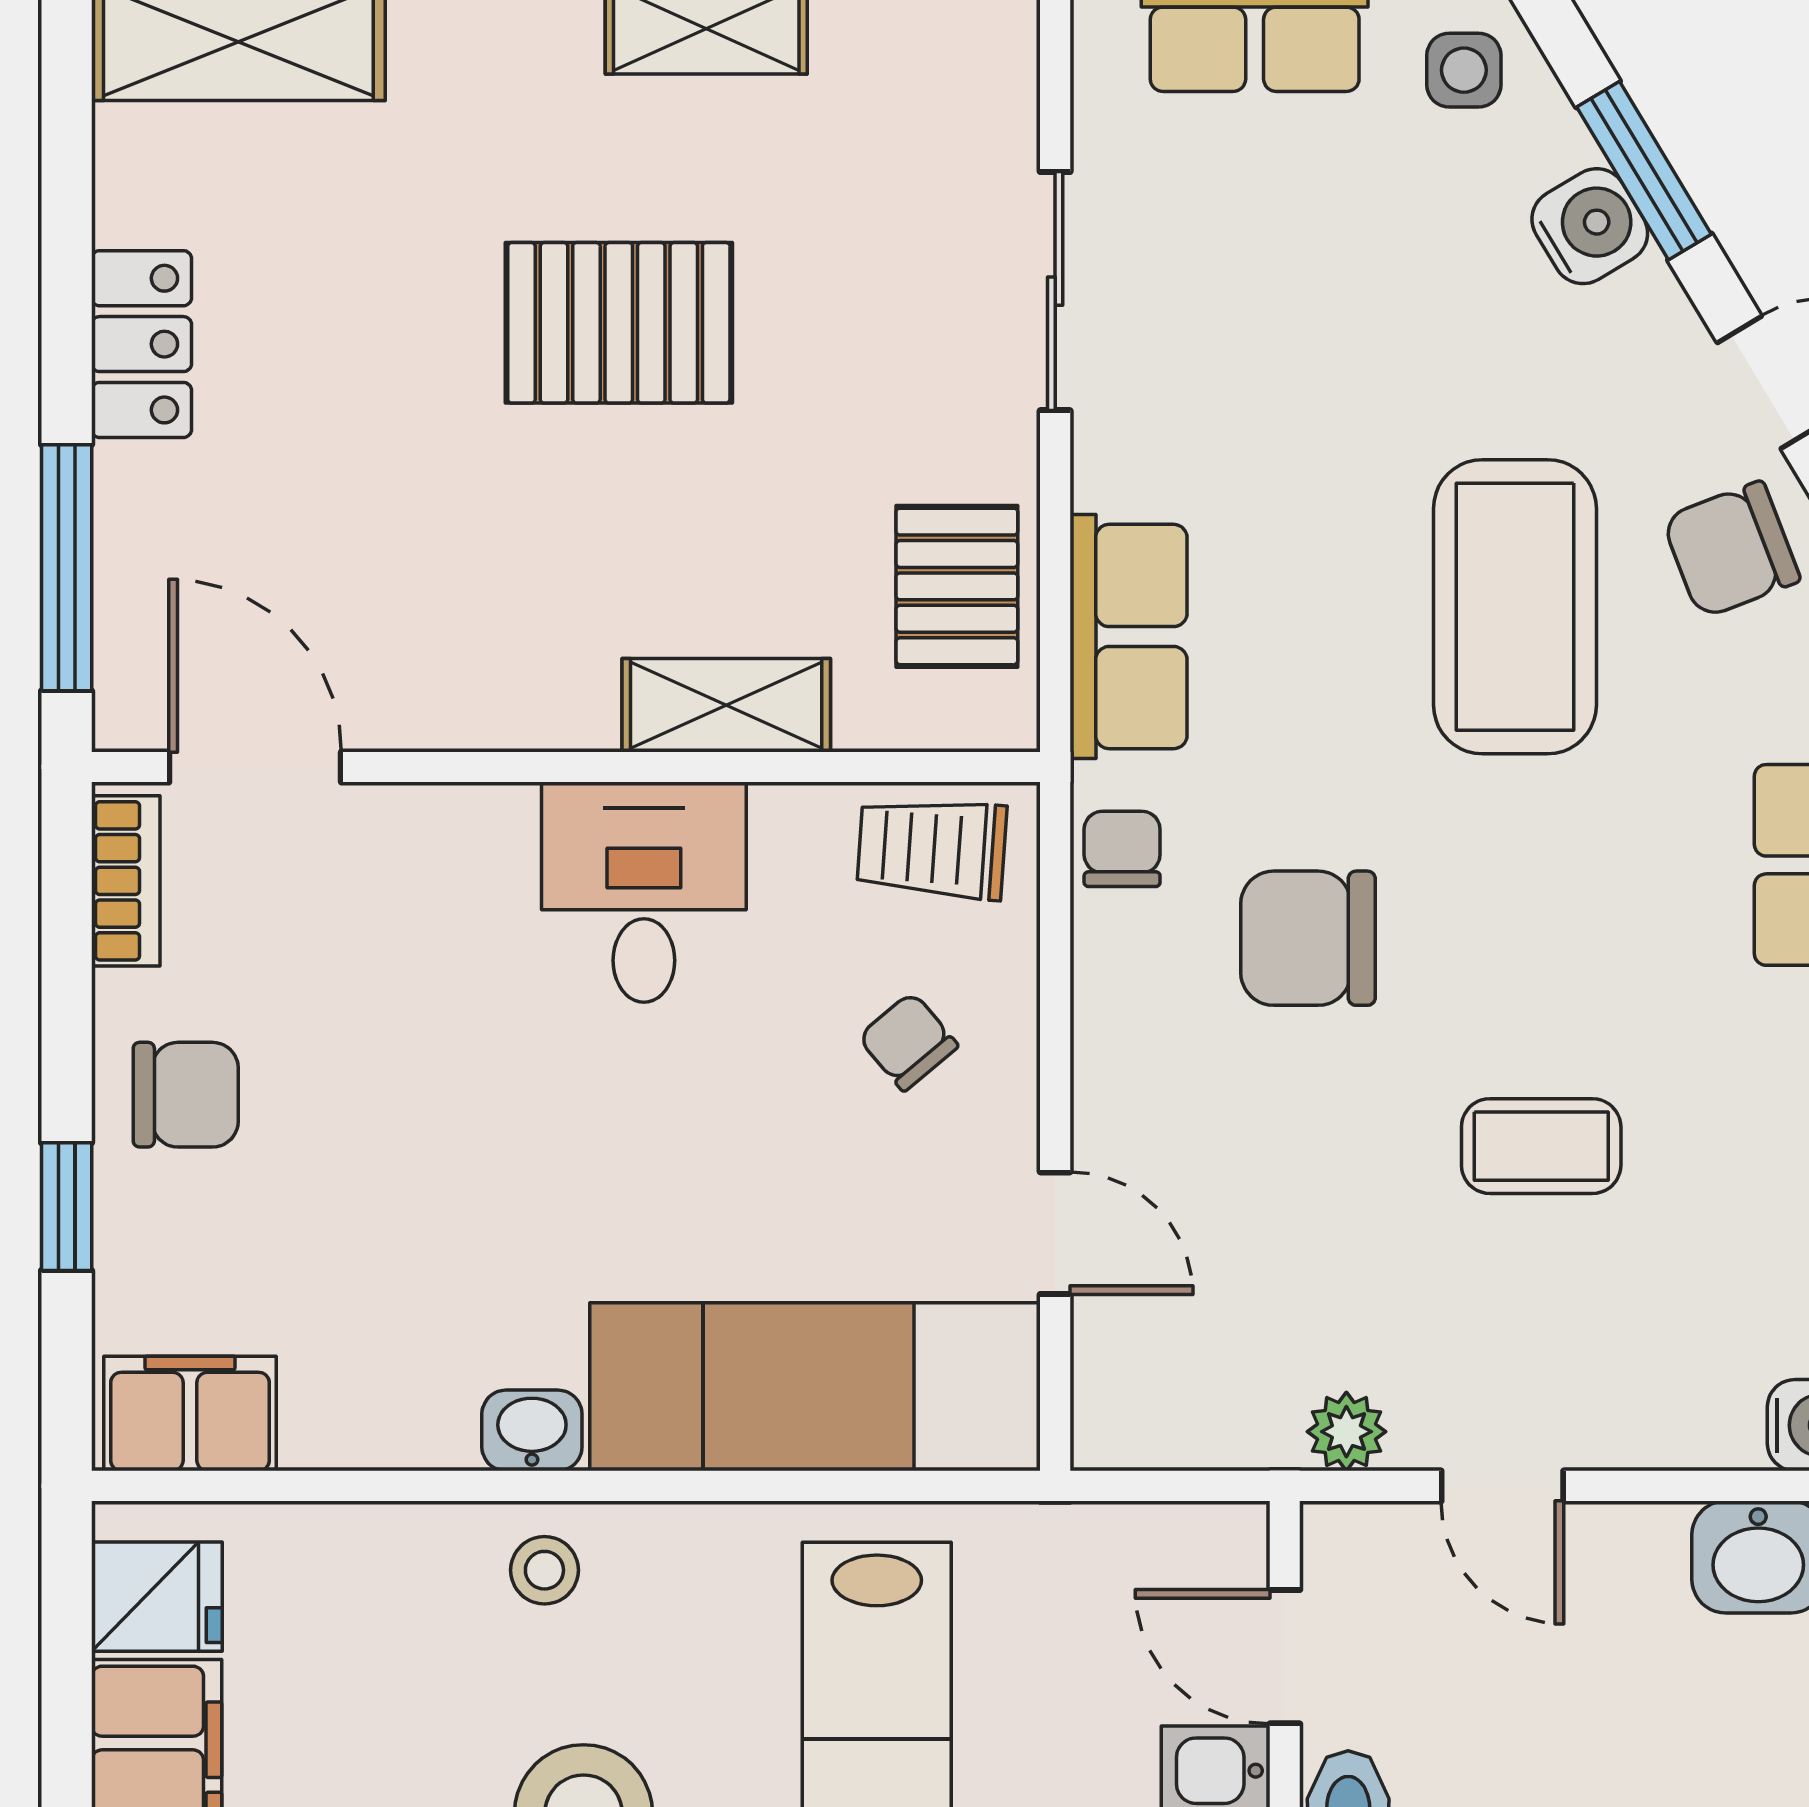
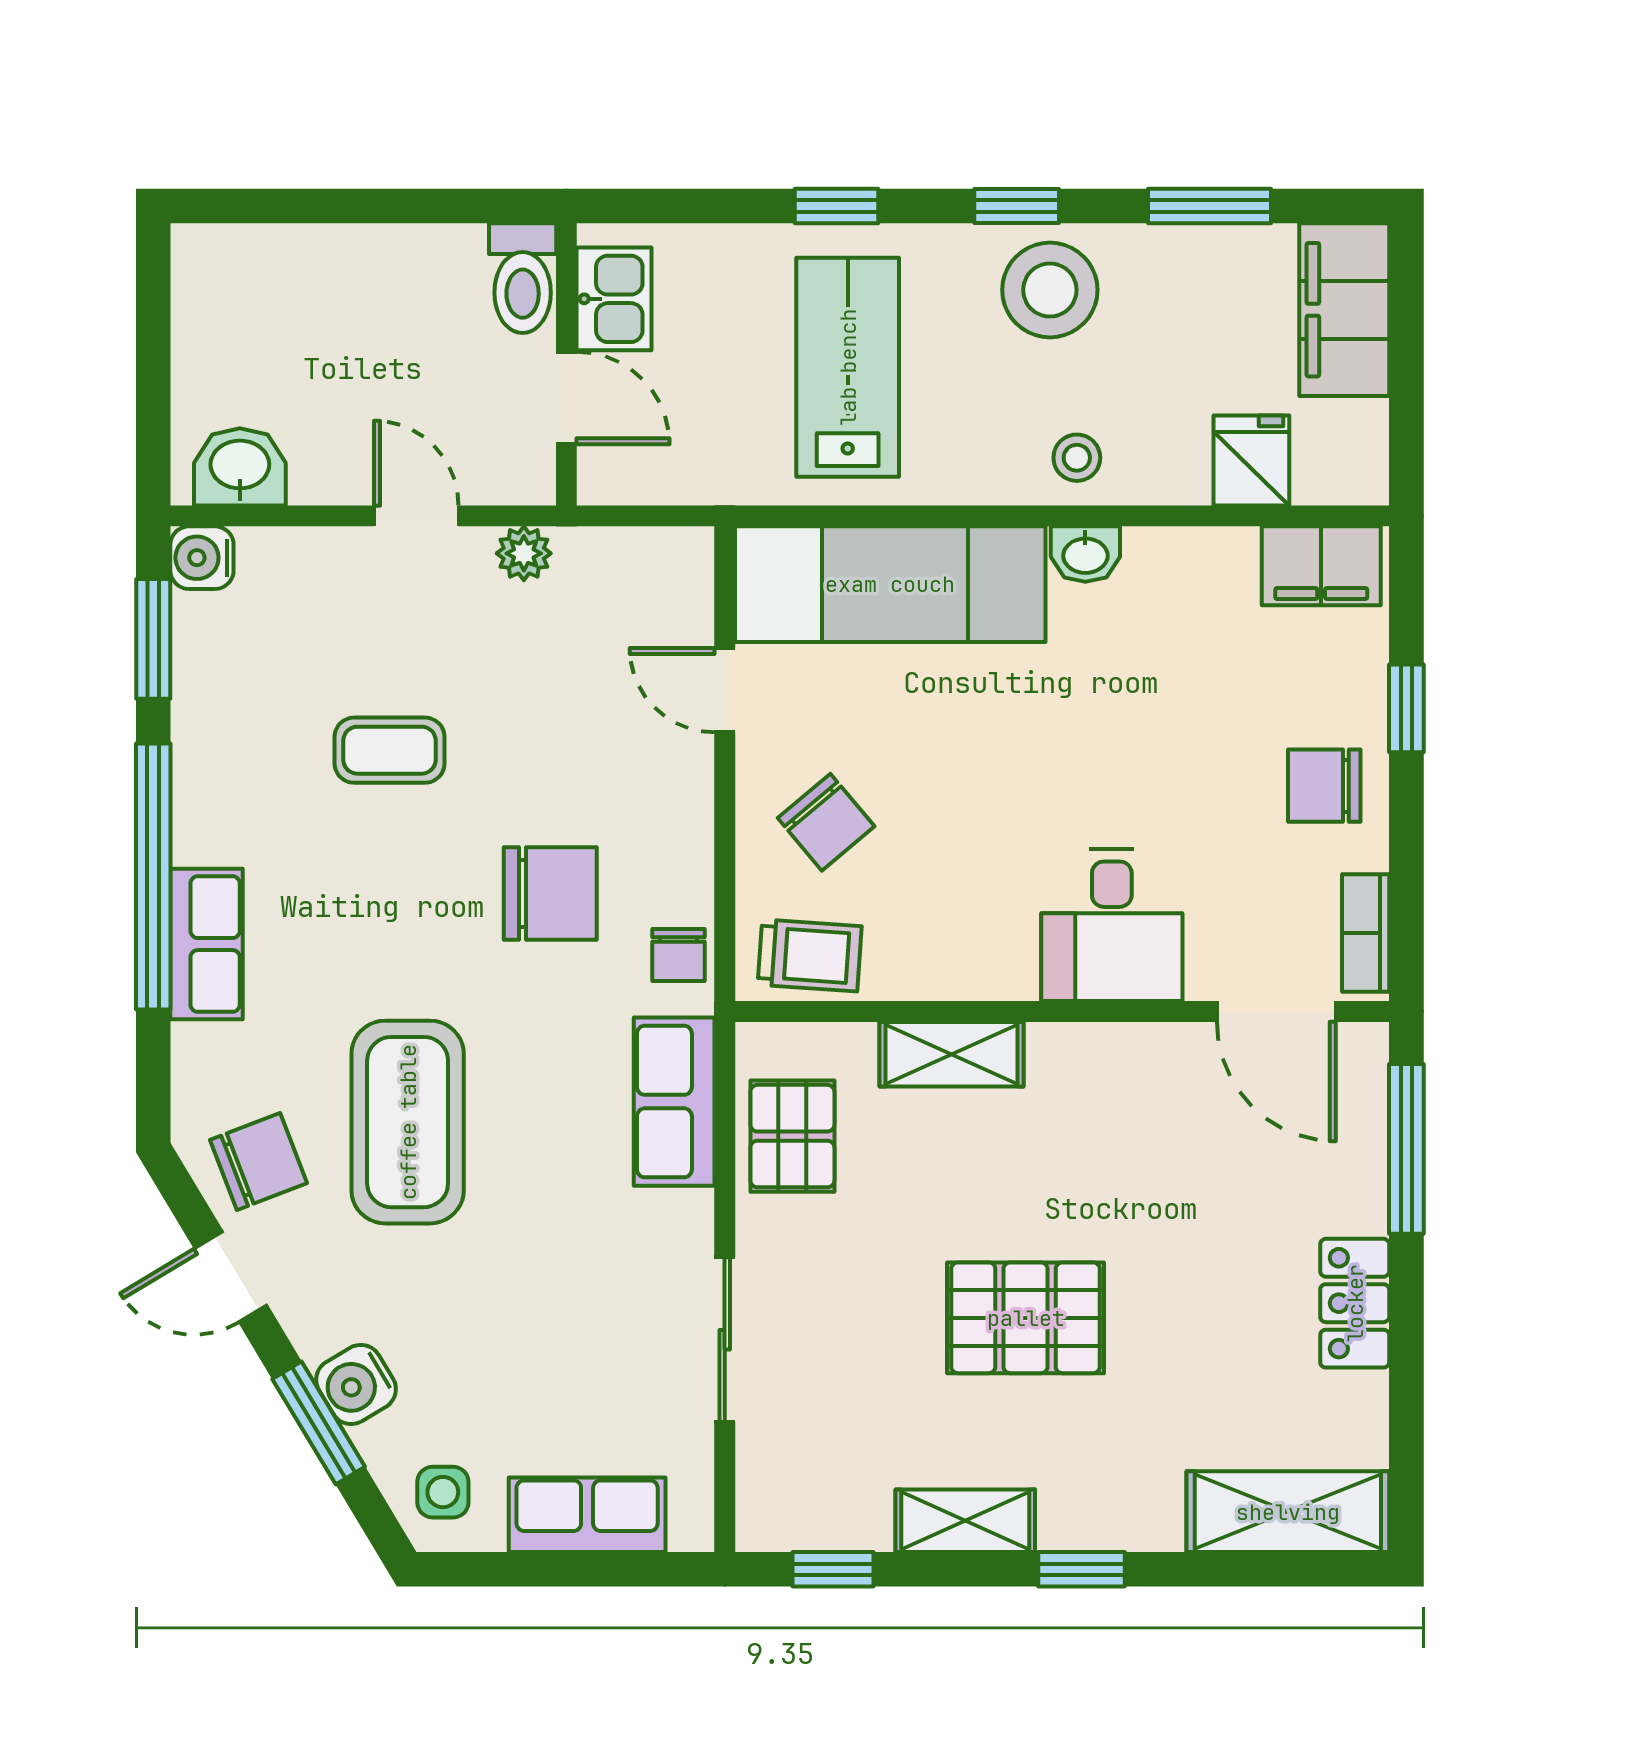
desk: (644, 892) -> (1112, 925), moved
chair: (908, 1042) -> (826, 822), width x1.37, depth x1.37
fridge: (157, 1597) -> (1251, 460), moved, turned 90

